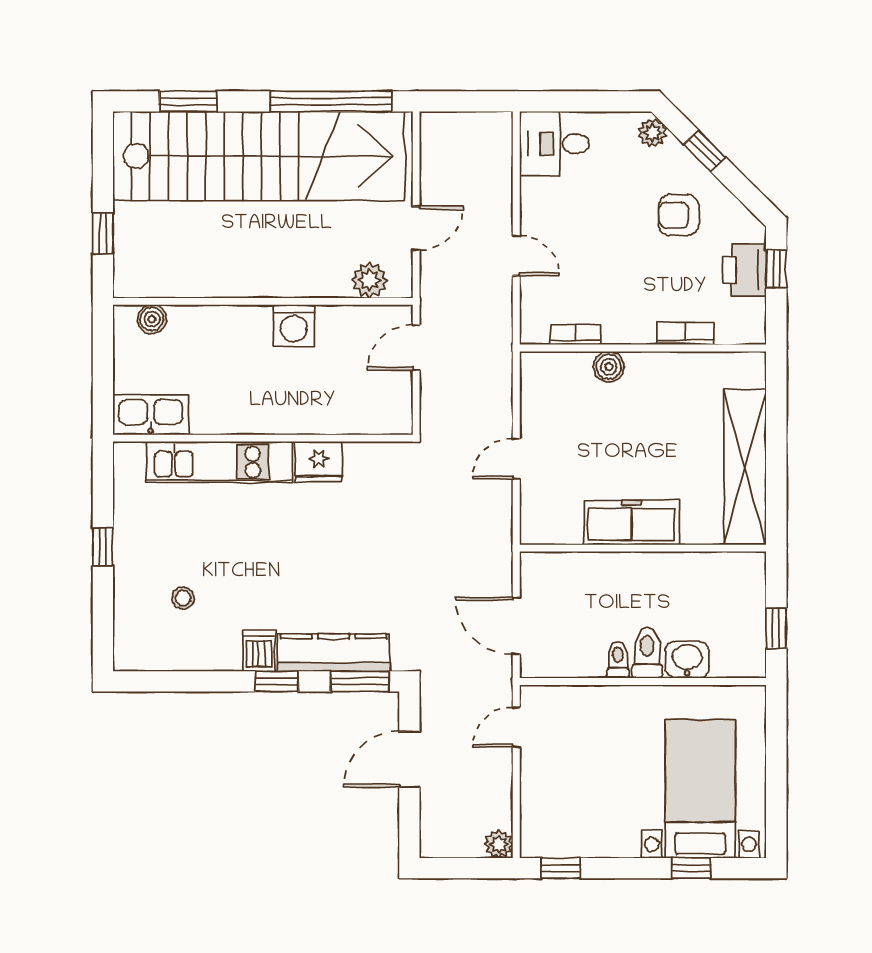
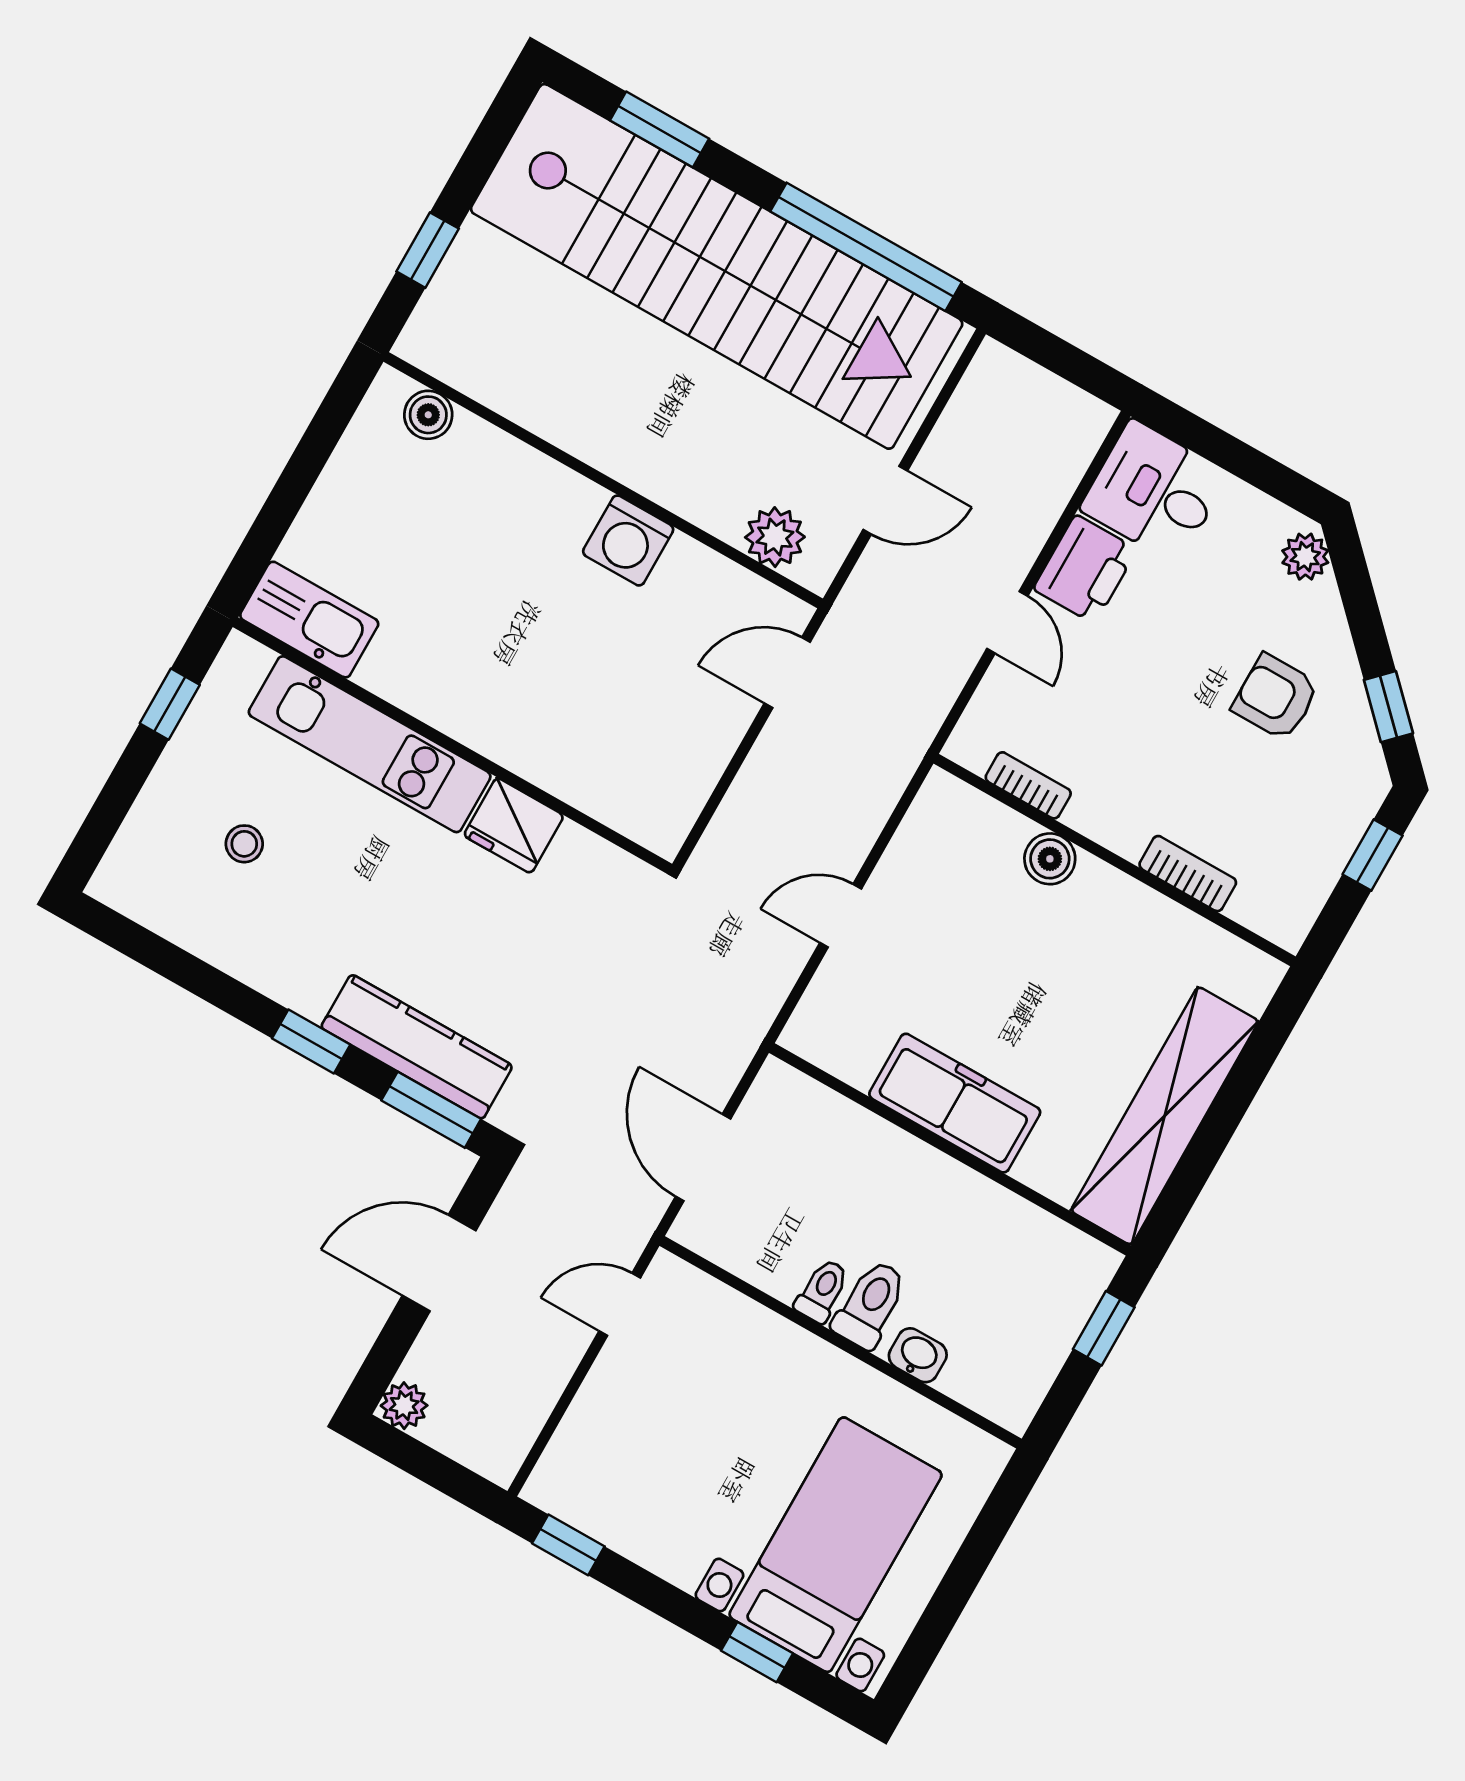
window: (705, 151) -> (1388, 707), moved
printer: (745, 270) -> (1085, 569), moved, turned 180
kitchen sink: (151, 415) -> (309, 620), moved
wall: (263, 438) -> (452, 745), moved
kitchen unit: (219, 462) -> (370, 744), moved
fridge: (319, 462) -> (514, 826), moved
window: (776, 628) -> (1104, 1328), moved
dishwasher: (259, 651) -> (310, 982), removed
washbasin: (687, 660) -> (918, 1355), width x0.72, depth x0.69
plant: (499, 844) -> (404, 1406), moved

